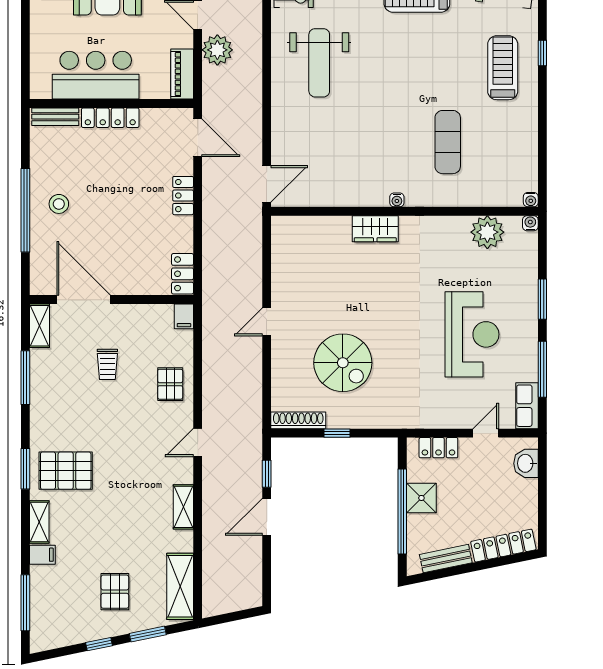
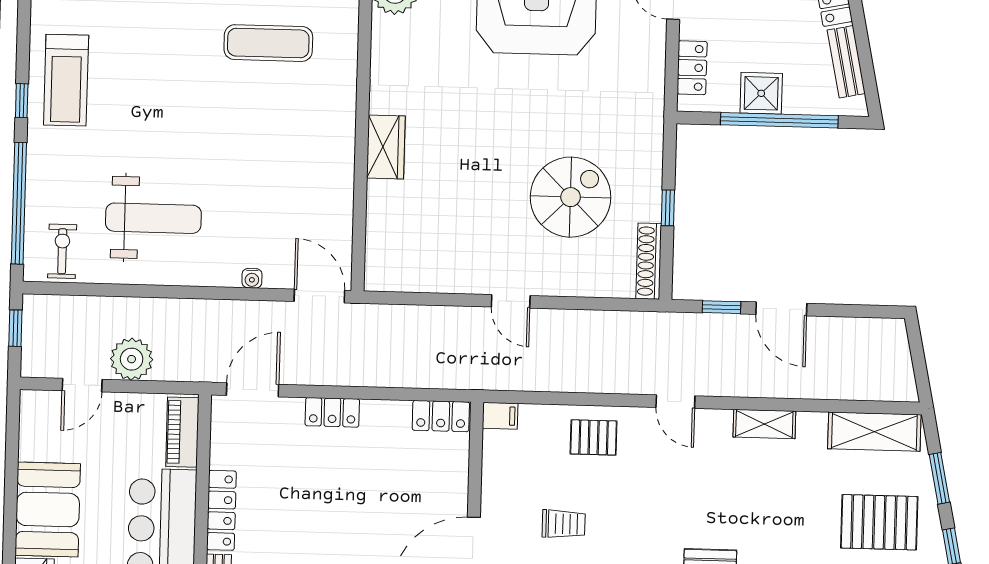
piano: (182, 74) -> (182, 432), moved, turned 90
water cooler: (397, 200) -> (252, 278), moved, turned 90
pallet: (115, 592) -> (879, 522), width x1.50, depth x1.42

